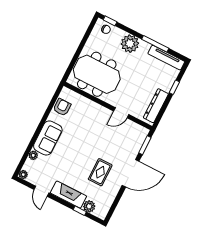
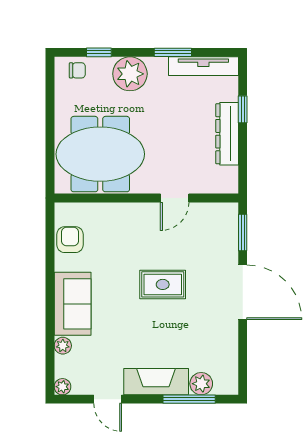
window: (110, 21) -> (99, 52), moved
window: (155, 44) -> (173, 52), width x0.69
dresser: (156, 106) -> (227, 134), moved
rug: (100, 172) -> (163, 284), moved, turned 90
door: (131, 173) -> (243, 292), hinge flipped
window: (80, 211) -> (189, 399), width x2.17

